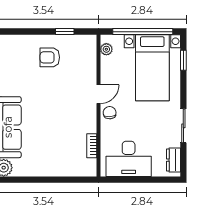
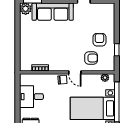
armchair: (77, 70) -> (91, 58), added
desk: (129, 159) -> (31, 97), width x0.73

